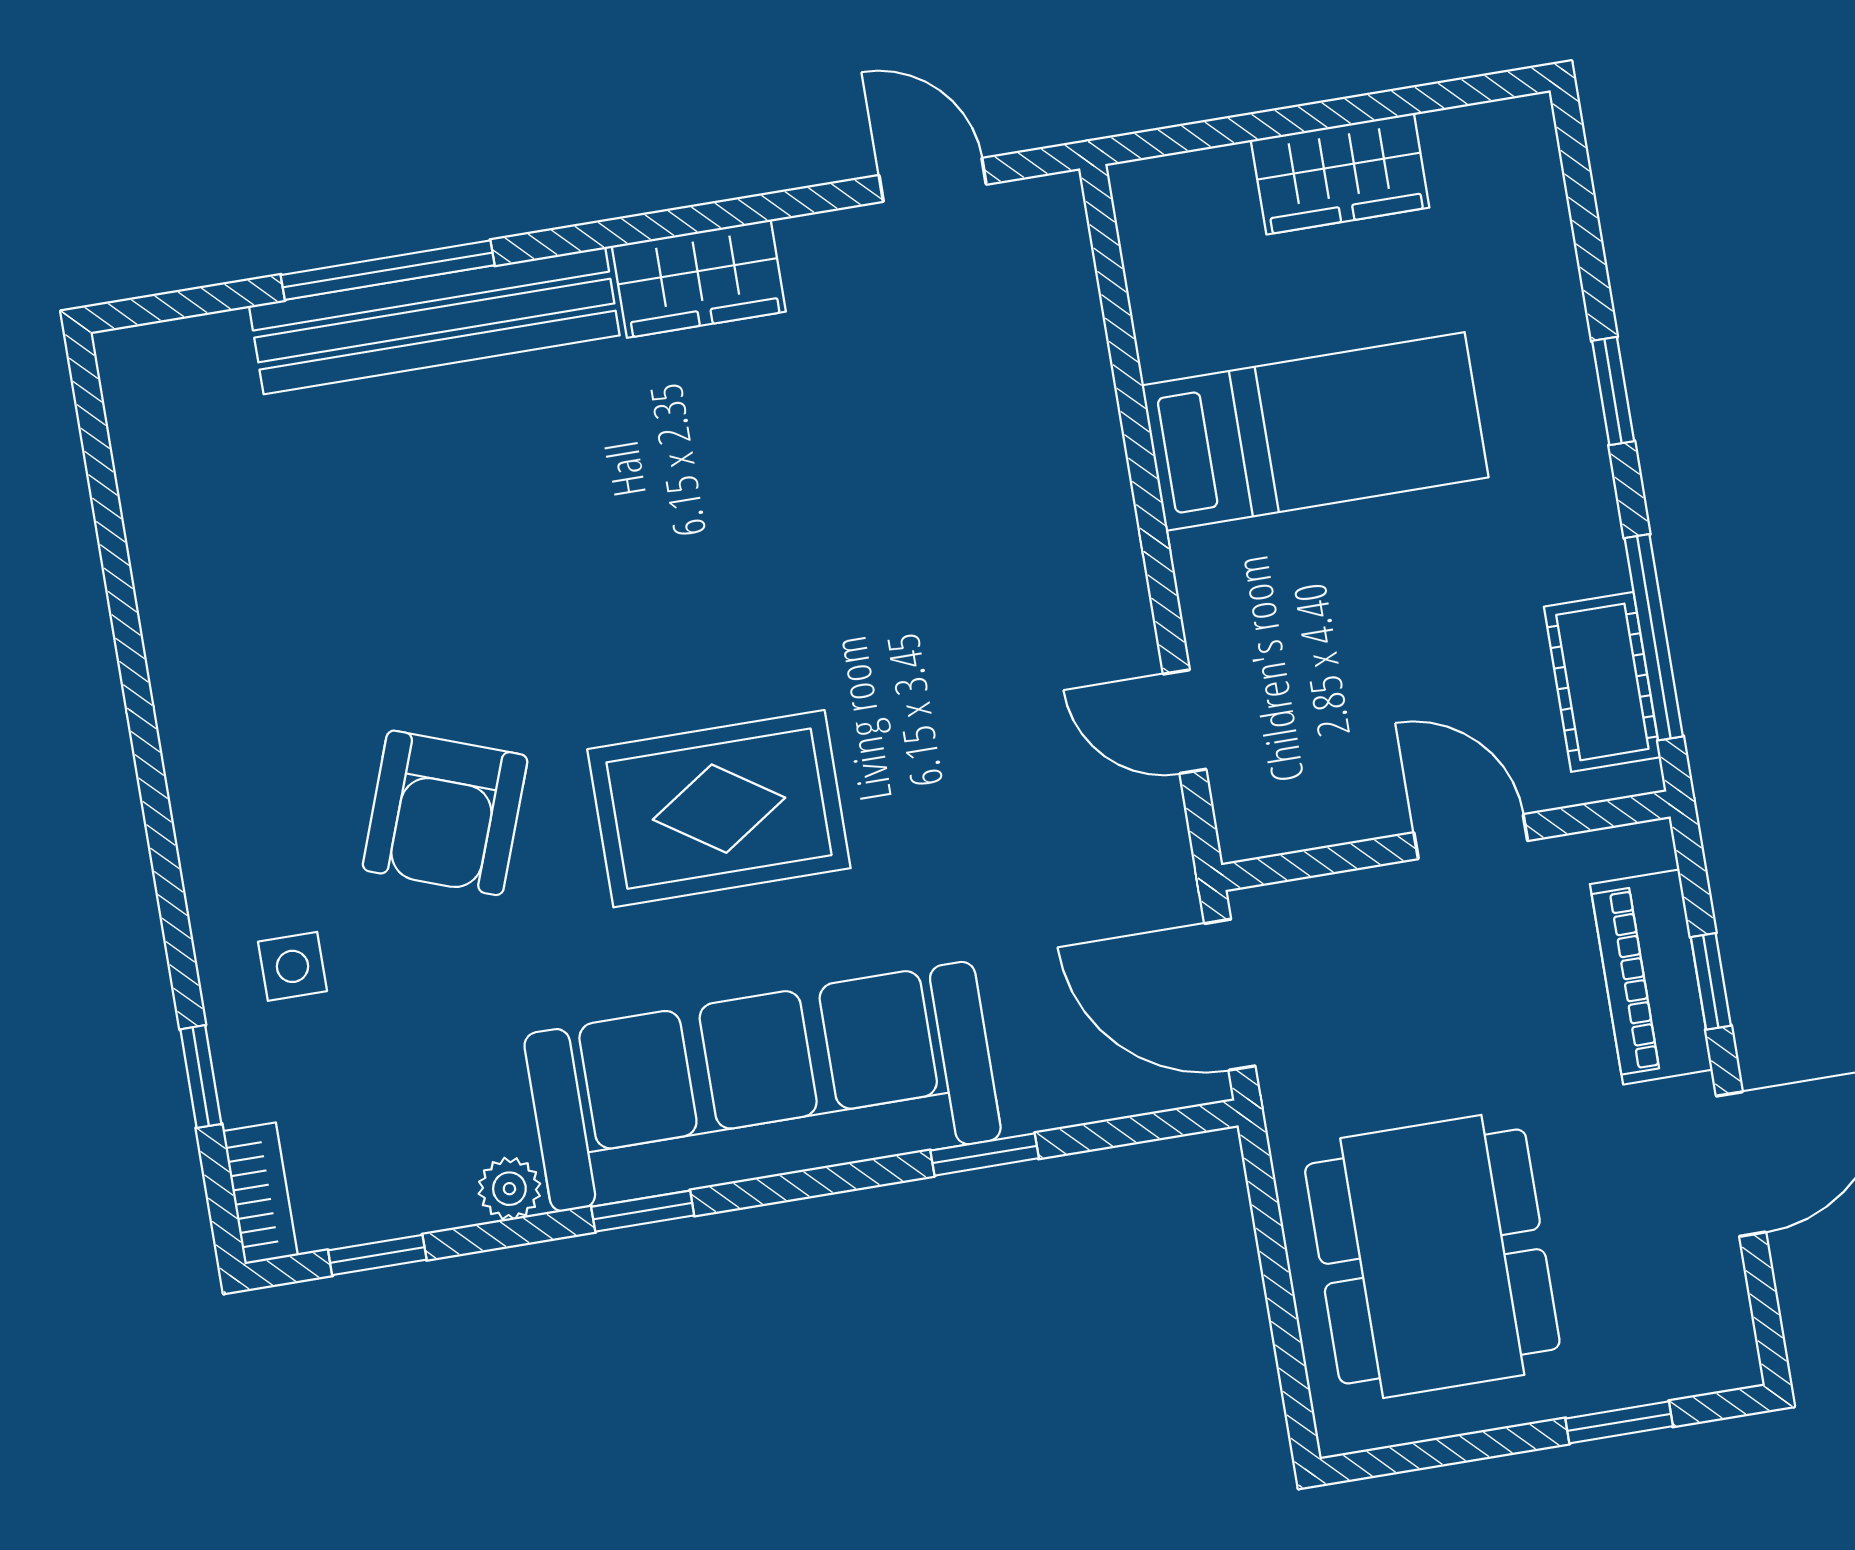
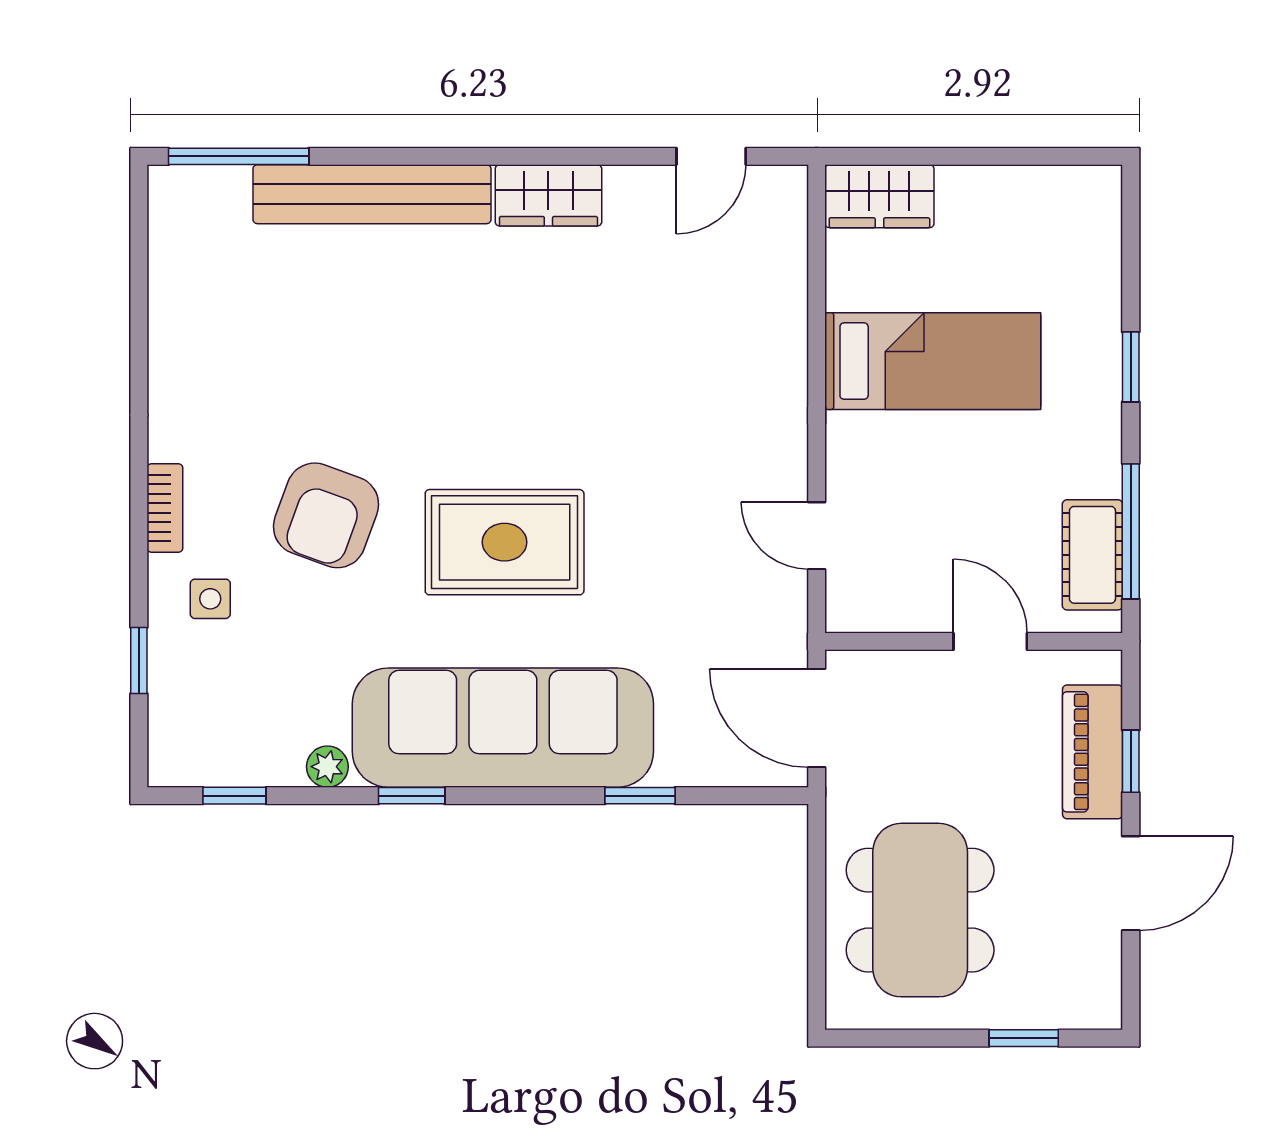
wardrobe: (1340, 174) -> (879, 196), moved
door: (933, 180) -> (711, 156), swing flipped
window: (388, 270) -> (239, 156), moved
bookcase: (260, 1193) -> (165, 508), moved

